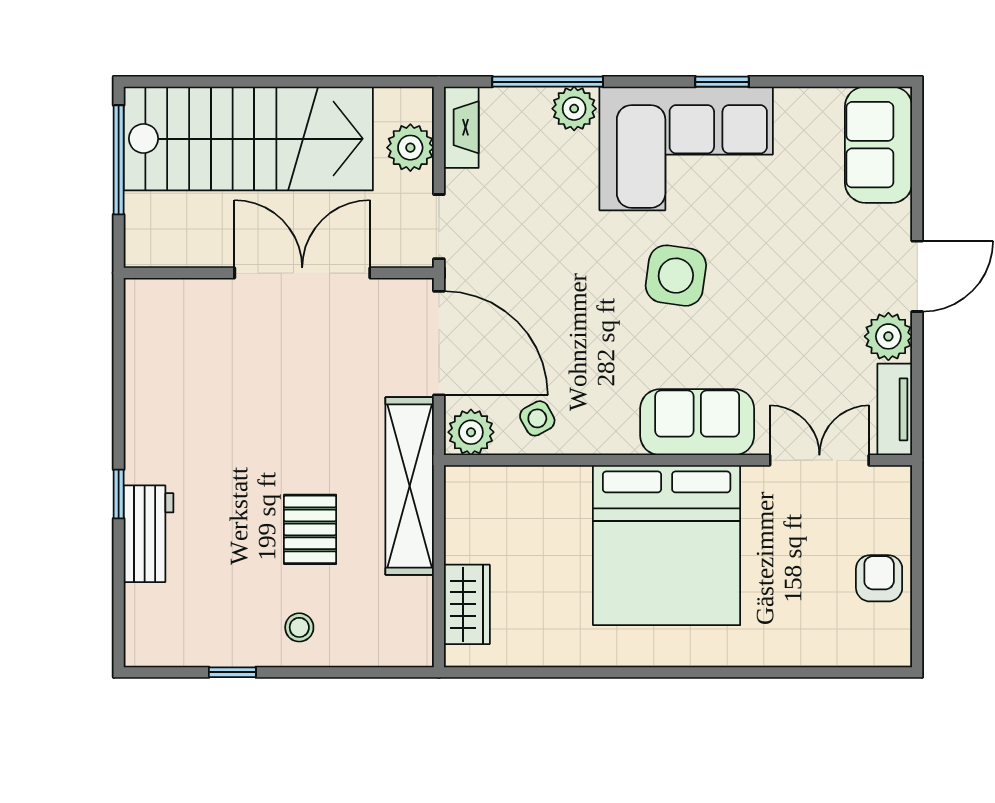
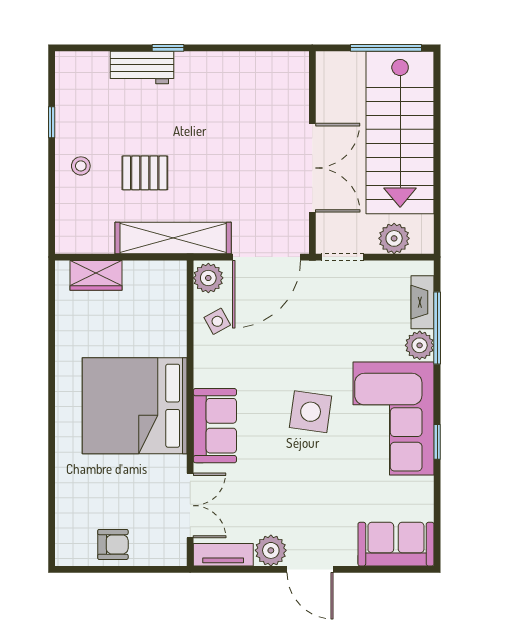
fireplace: (461, 127) -> (423, 302), moved, turned 90

